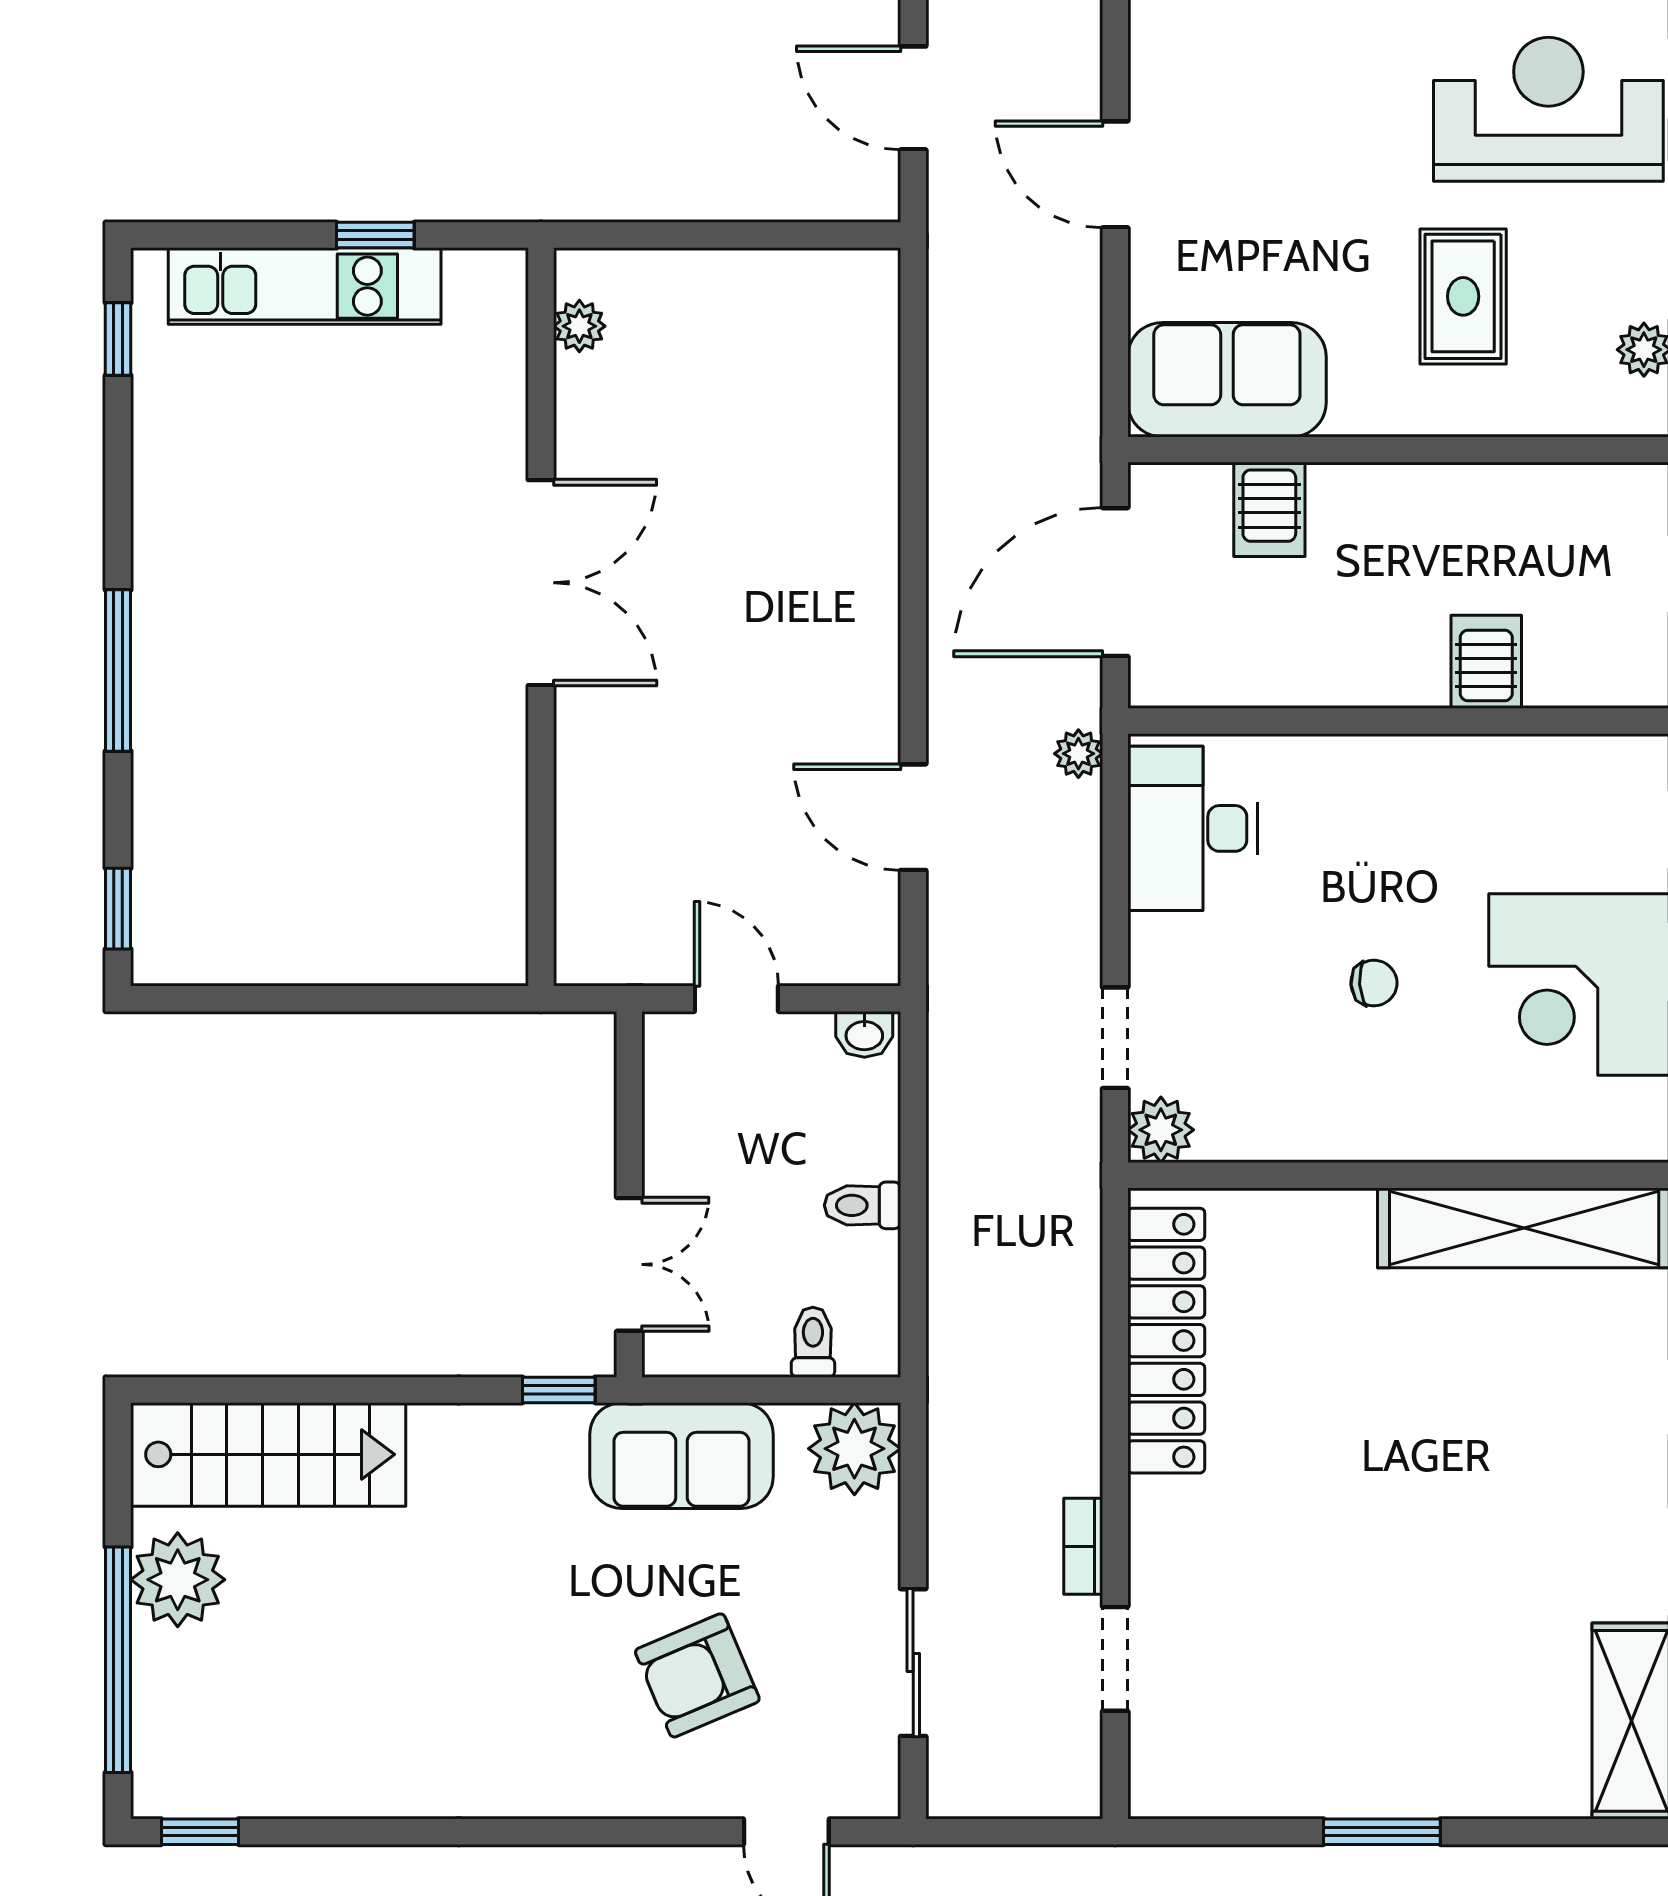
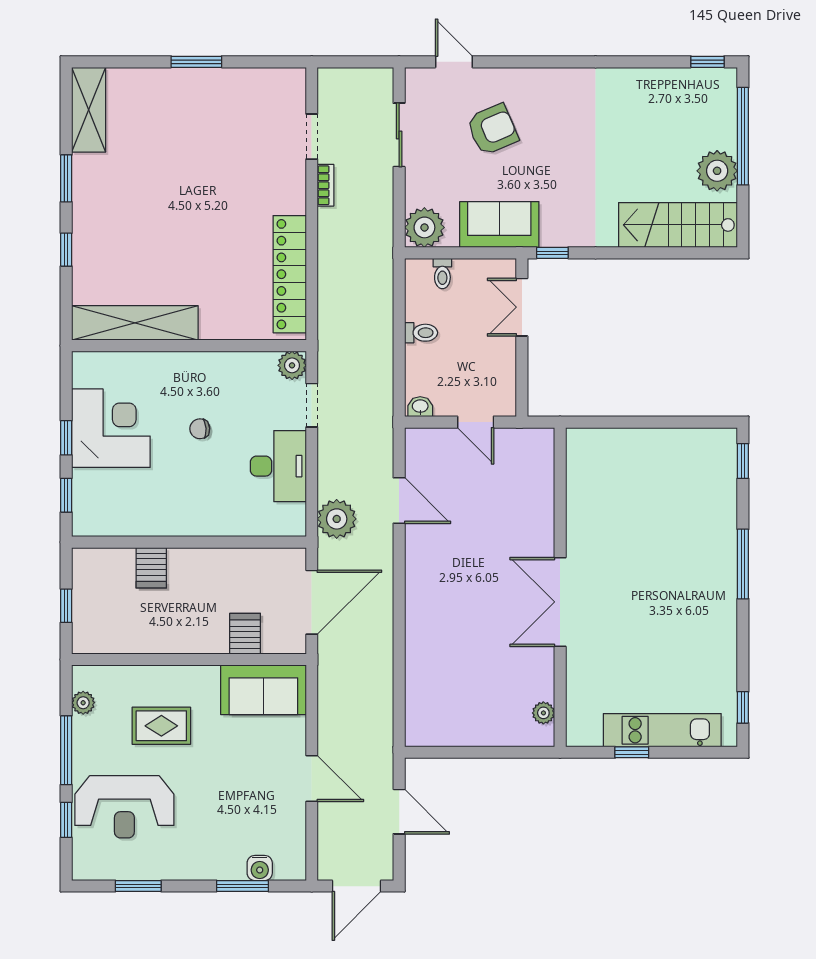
rug: (1463, 296) -> (161, 726), turned 90
plant: (1078, 754) -> (337, 519), width x1.88, depth x1.88
desk: (1192, 828) -> (278, 466), moved

